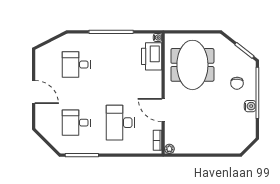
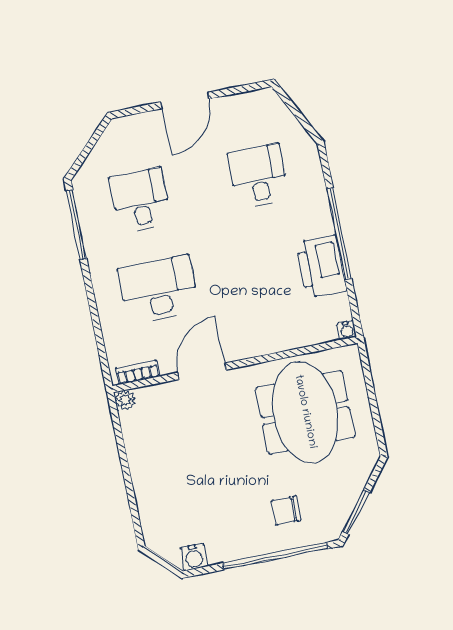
printer: (152, 56) -> (321, 266), moved, turned -90
meeting table: (192, 65) -> (305, 412), turned 90
water cooler: (250, 106) -> (194, 557), moved

